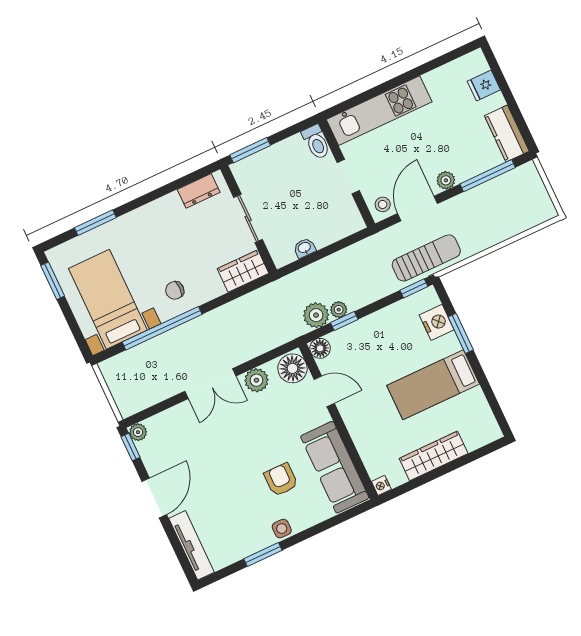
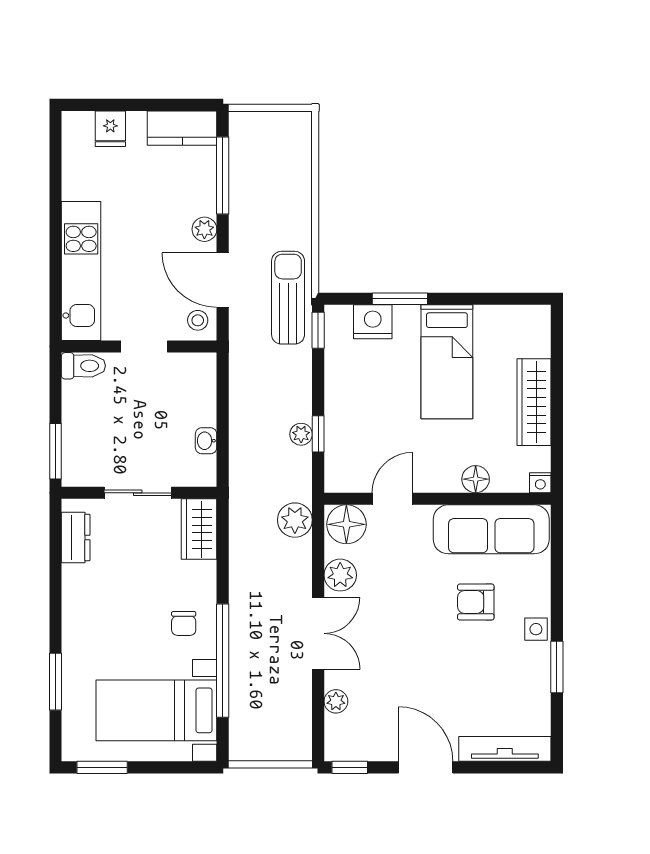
plant: (316, 315) -> (295, 520), moved
floor lamp: (320, 348) -> (476, 479), moved
plant: (138, 432) -> (336, 701), moved

